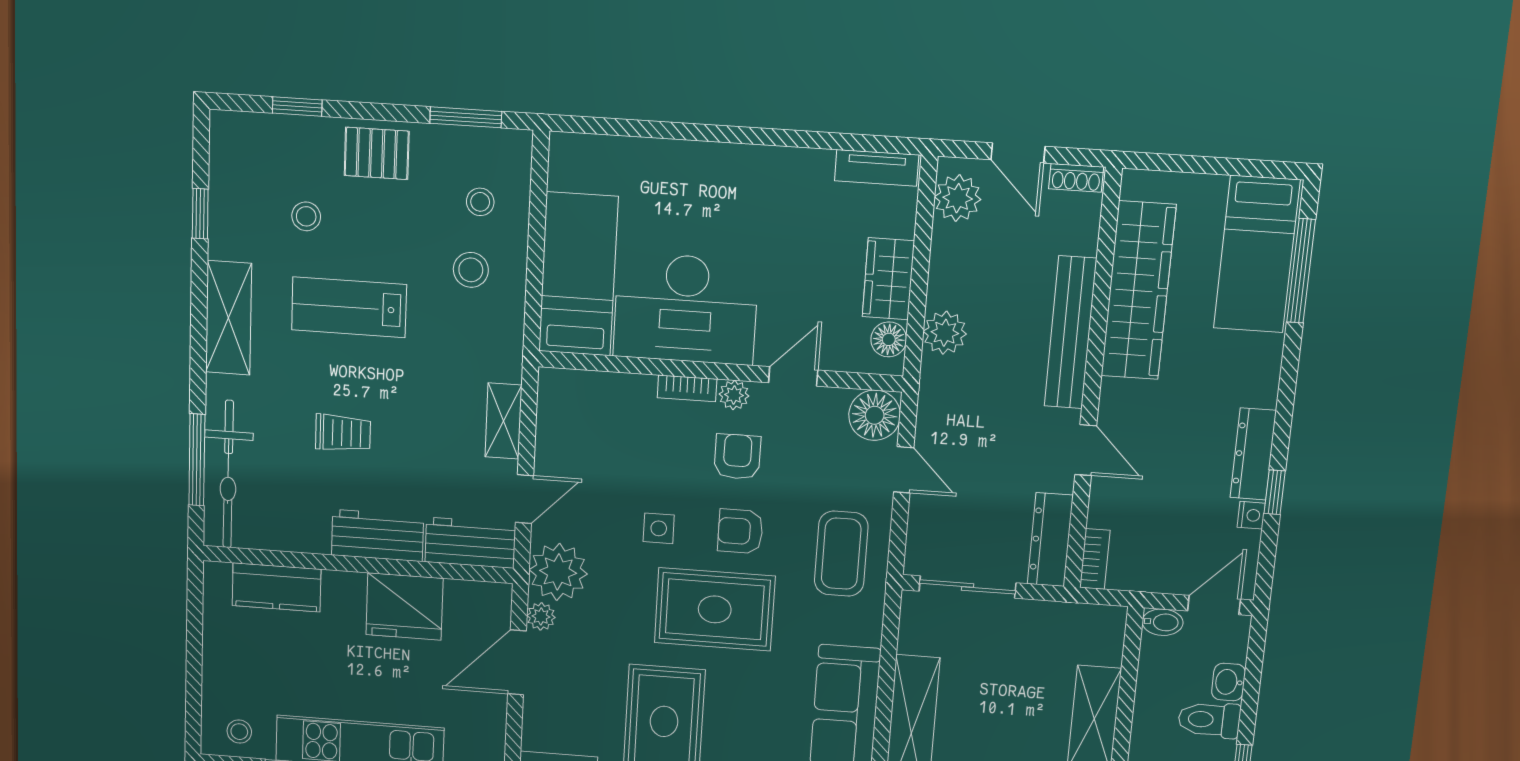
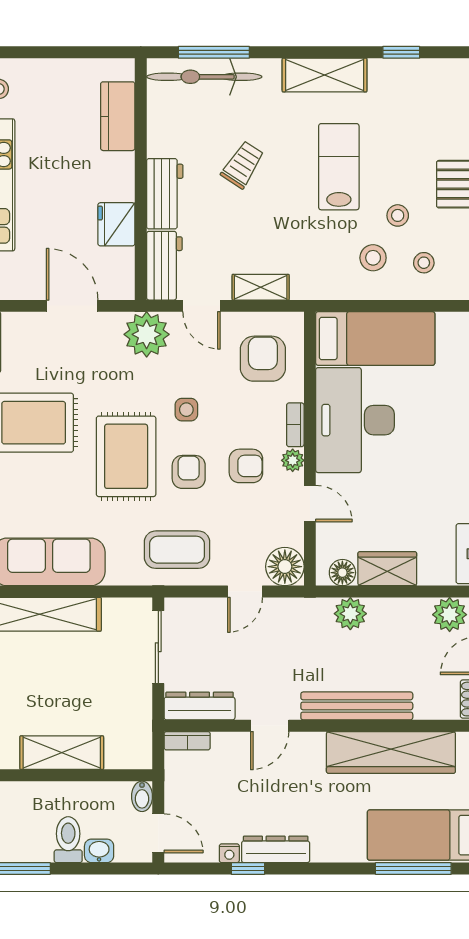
stool: (306, 216) -> (398, 215), moved
armchair: (597, 425) -> (263, 359), added
trolley: (343, 433) -> (243, 165), turned -147
fridge: (404, 606) -> (116, 224), width x0.73, depth x0.75
plant: (541, 616) -> (110, 323), removed

